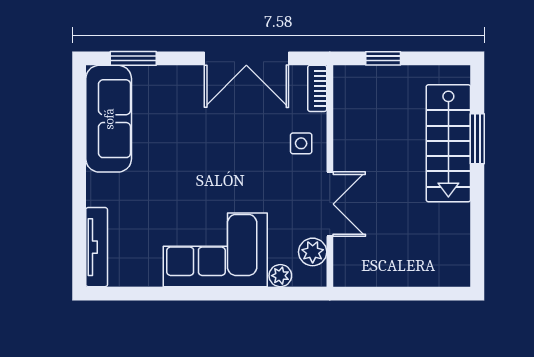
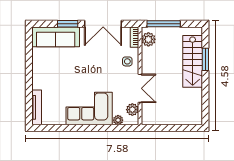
window: (133, 58) -> (68, 24), moved
window: (383, 58) -> (164, 24), width x2.17
plant: (349, 94) -> (148, 39), added
sofa: (109, 119) -> (56, 37), moved, turned 90

